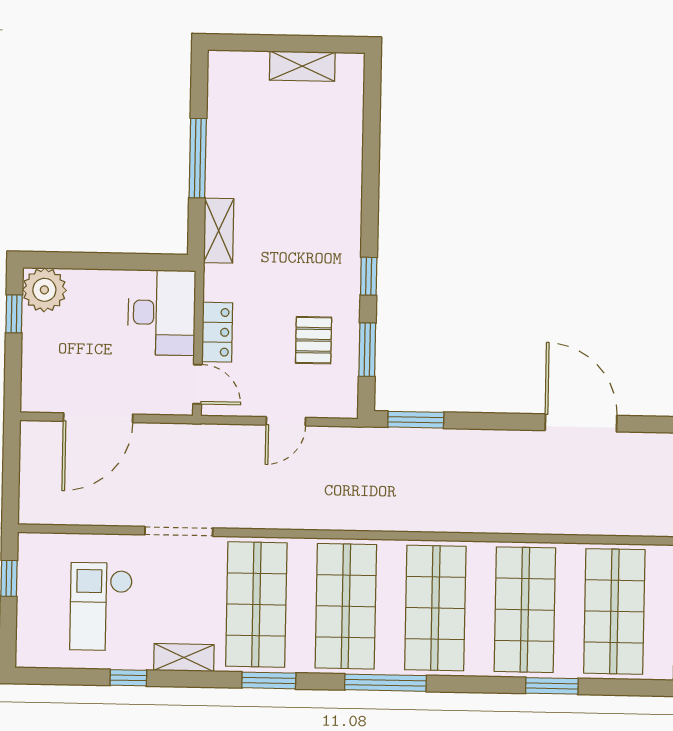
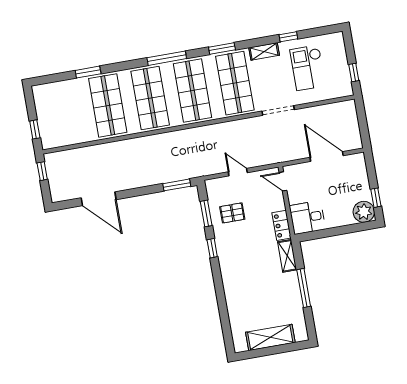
shelving: (302, 66) -> (270, 337), width x1.50, depth x1.33
desk: (162, 313) -> (307, 217), width x0.73
locker: (217, 332) -> (282, 225), moved
pallet: (314, 340) -> (232, 213), turned 90
door: (98, 418) -> (327, 157), hinge flipped
door: (286, 421) -> (238, 172), hinge flipped
checkout: (101, 607) -> (308, 68), turned 180
shop shelf: (614, 611) -> (65, 113), removed

